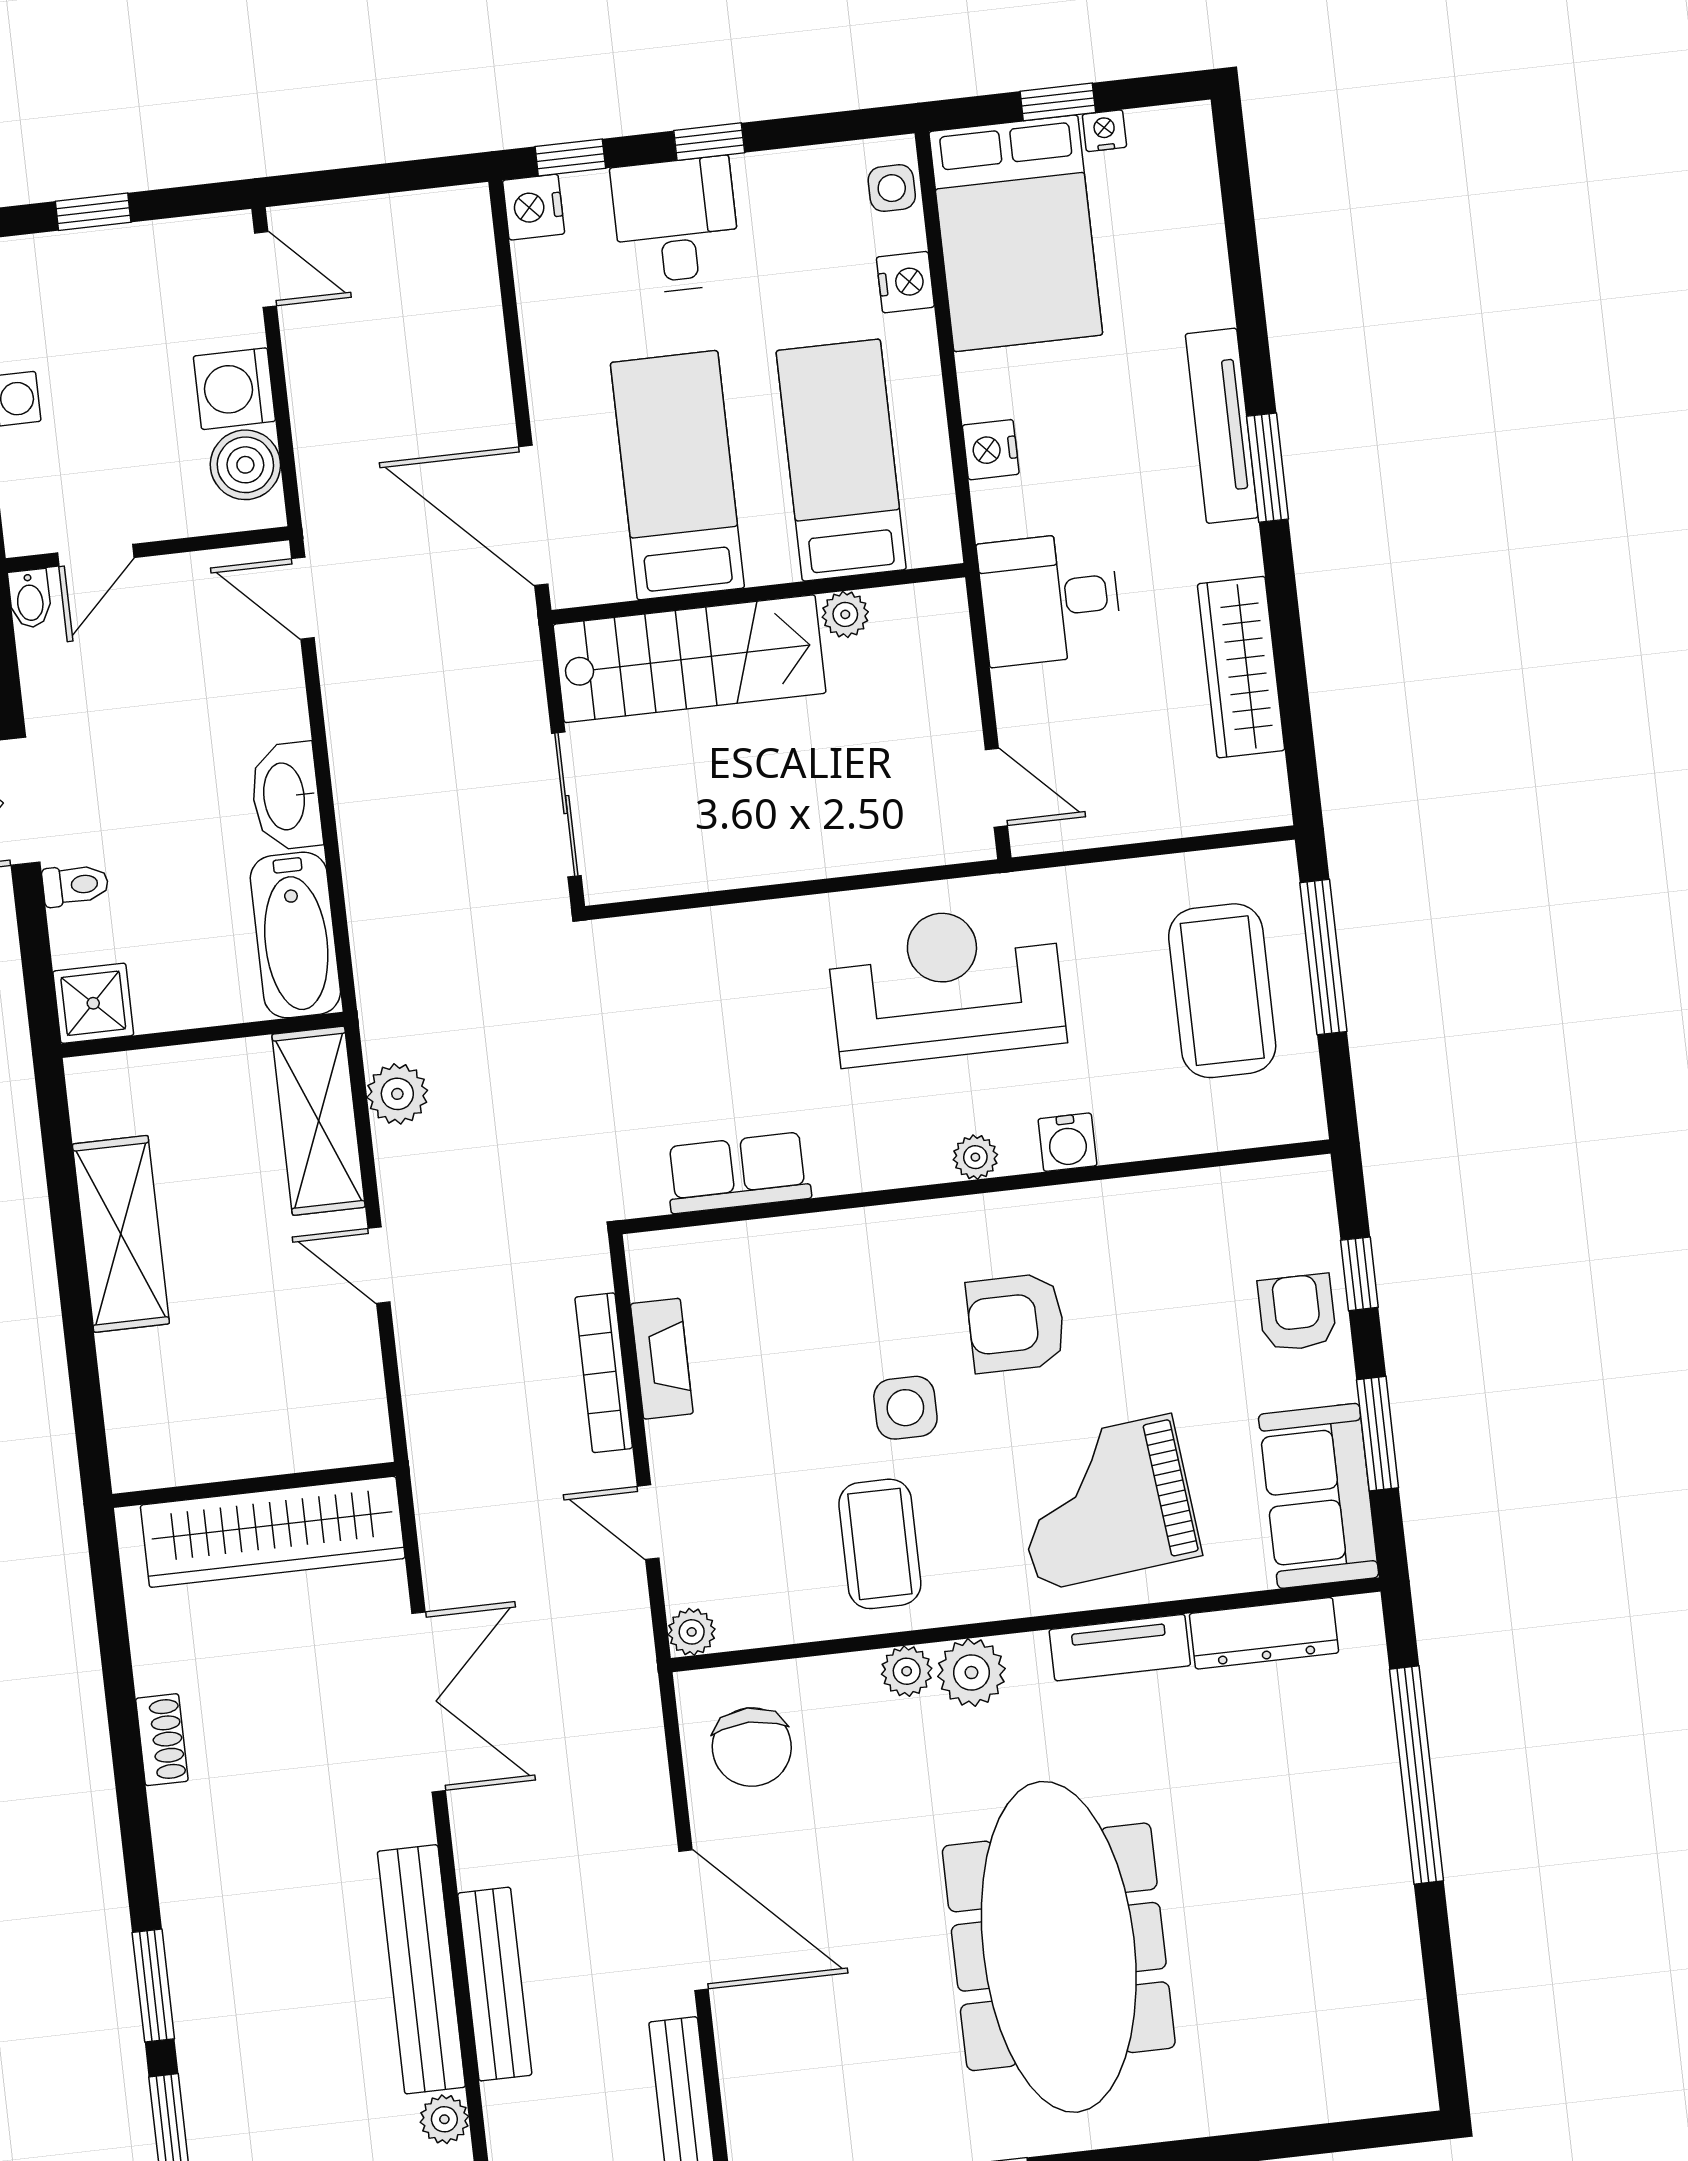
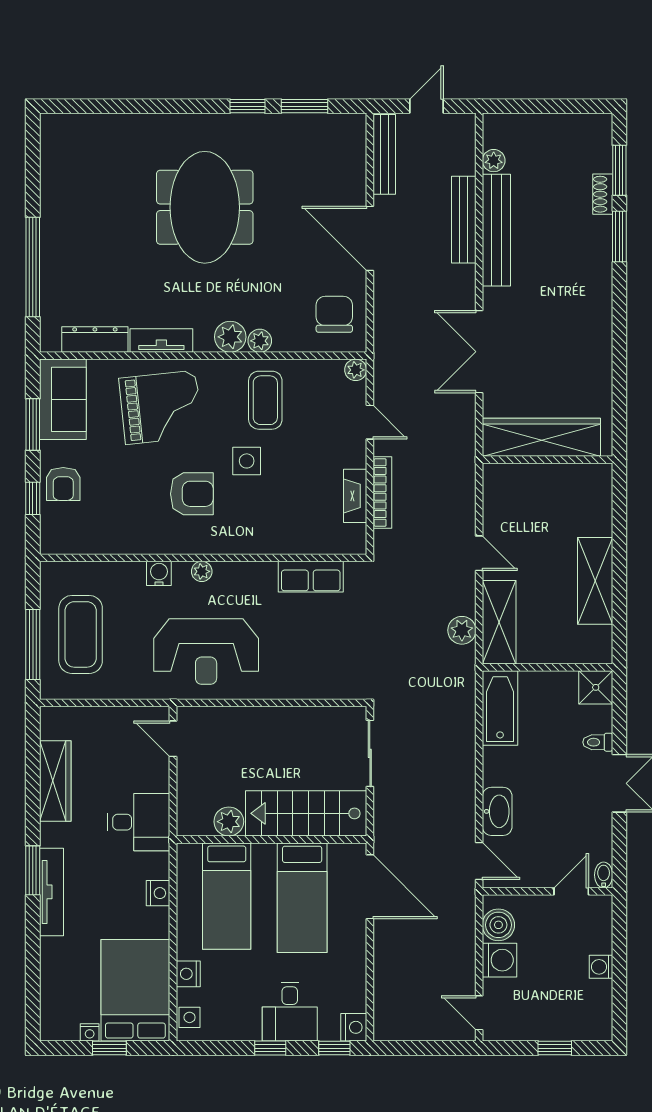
plant: (845, 614) -> (229, 822), width x1.38, depth x1.38
washbasin: (286, 796) -> (497, 811), moved
shoe rack: (162, 1740) -> (603, 194), moved
meeting table: (1059, 1947) -> (205, 207), width x0.73

